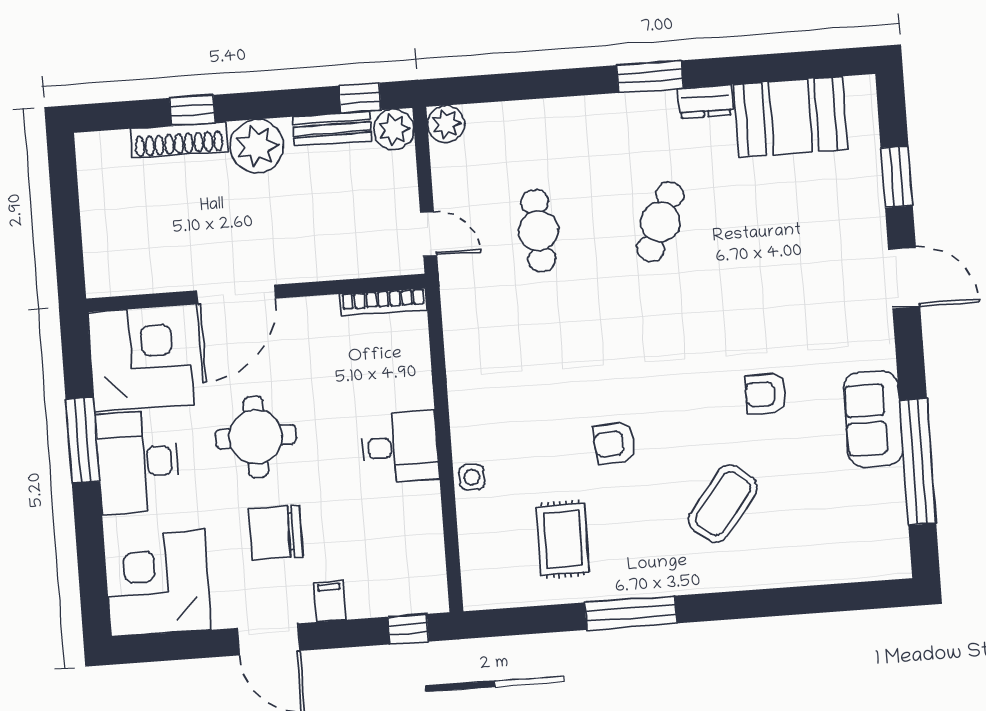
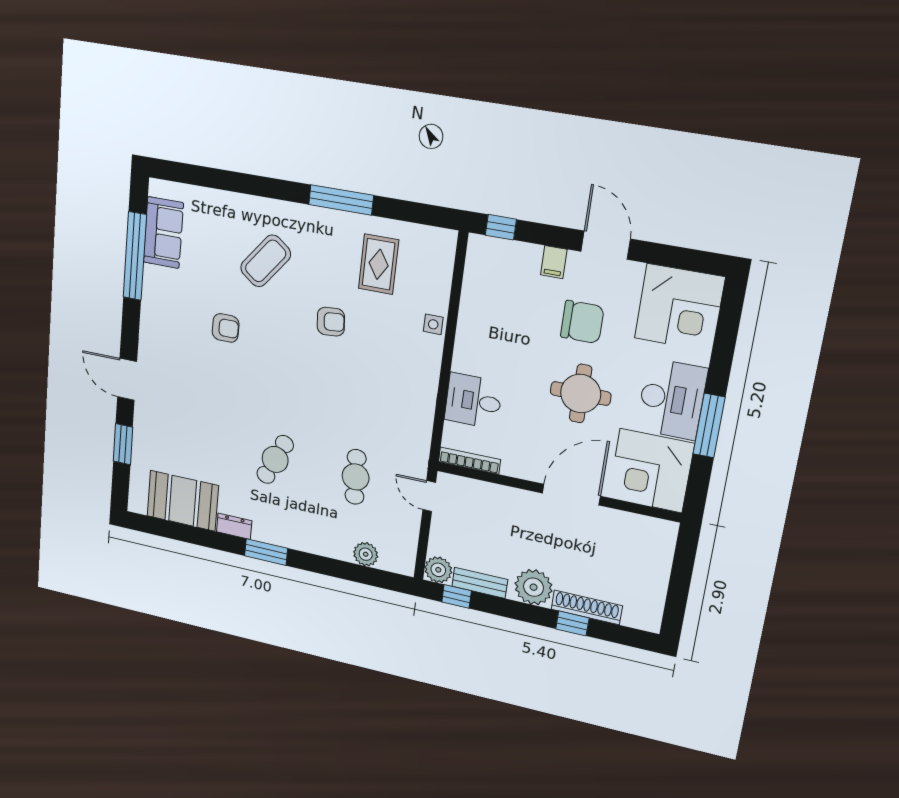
plant: (446, 124) -> (366, 554), moved
sofa: (873, 419) -> (163, 233), moved
desk: (400, 447) -> (473, 401), moved

